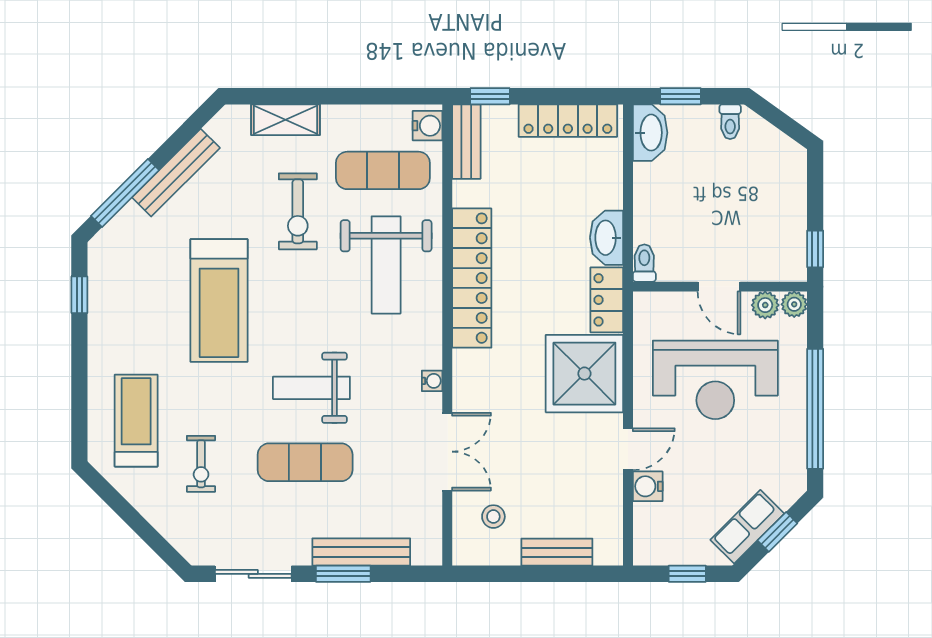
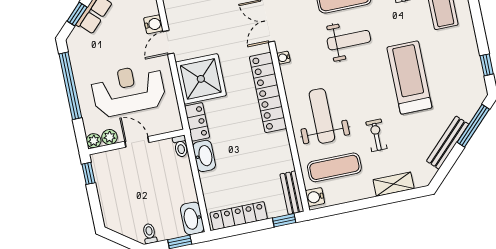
exercise bike: (298, 211) -> (376, 135), width x0.73, depth x0.72
locker: (472, 278) -> (268, 92), moved

